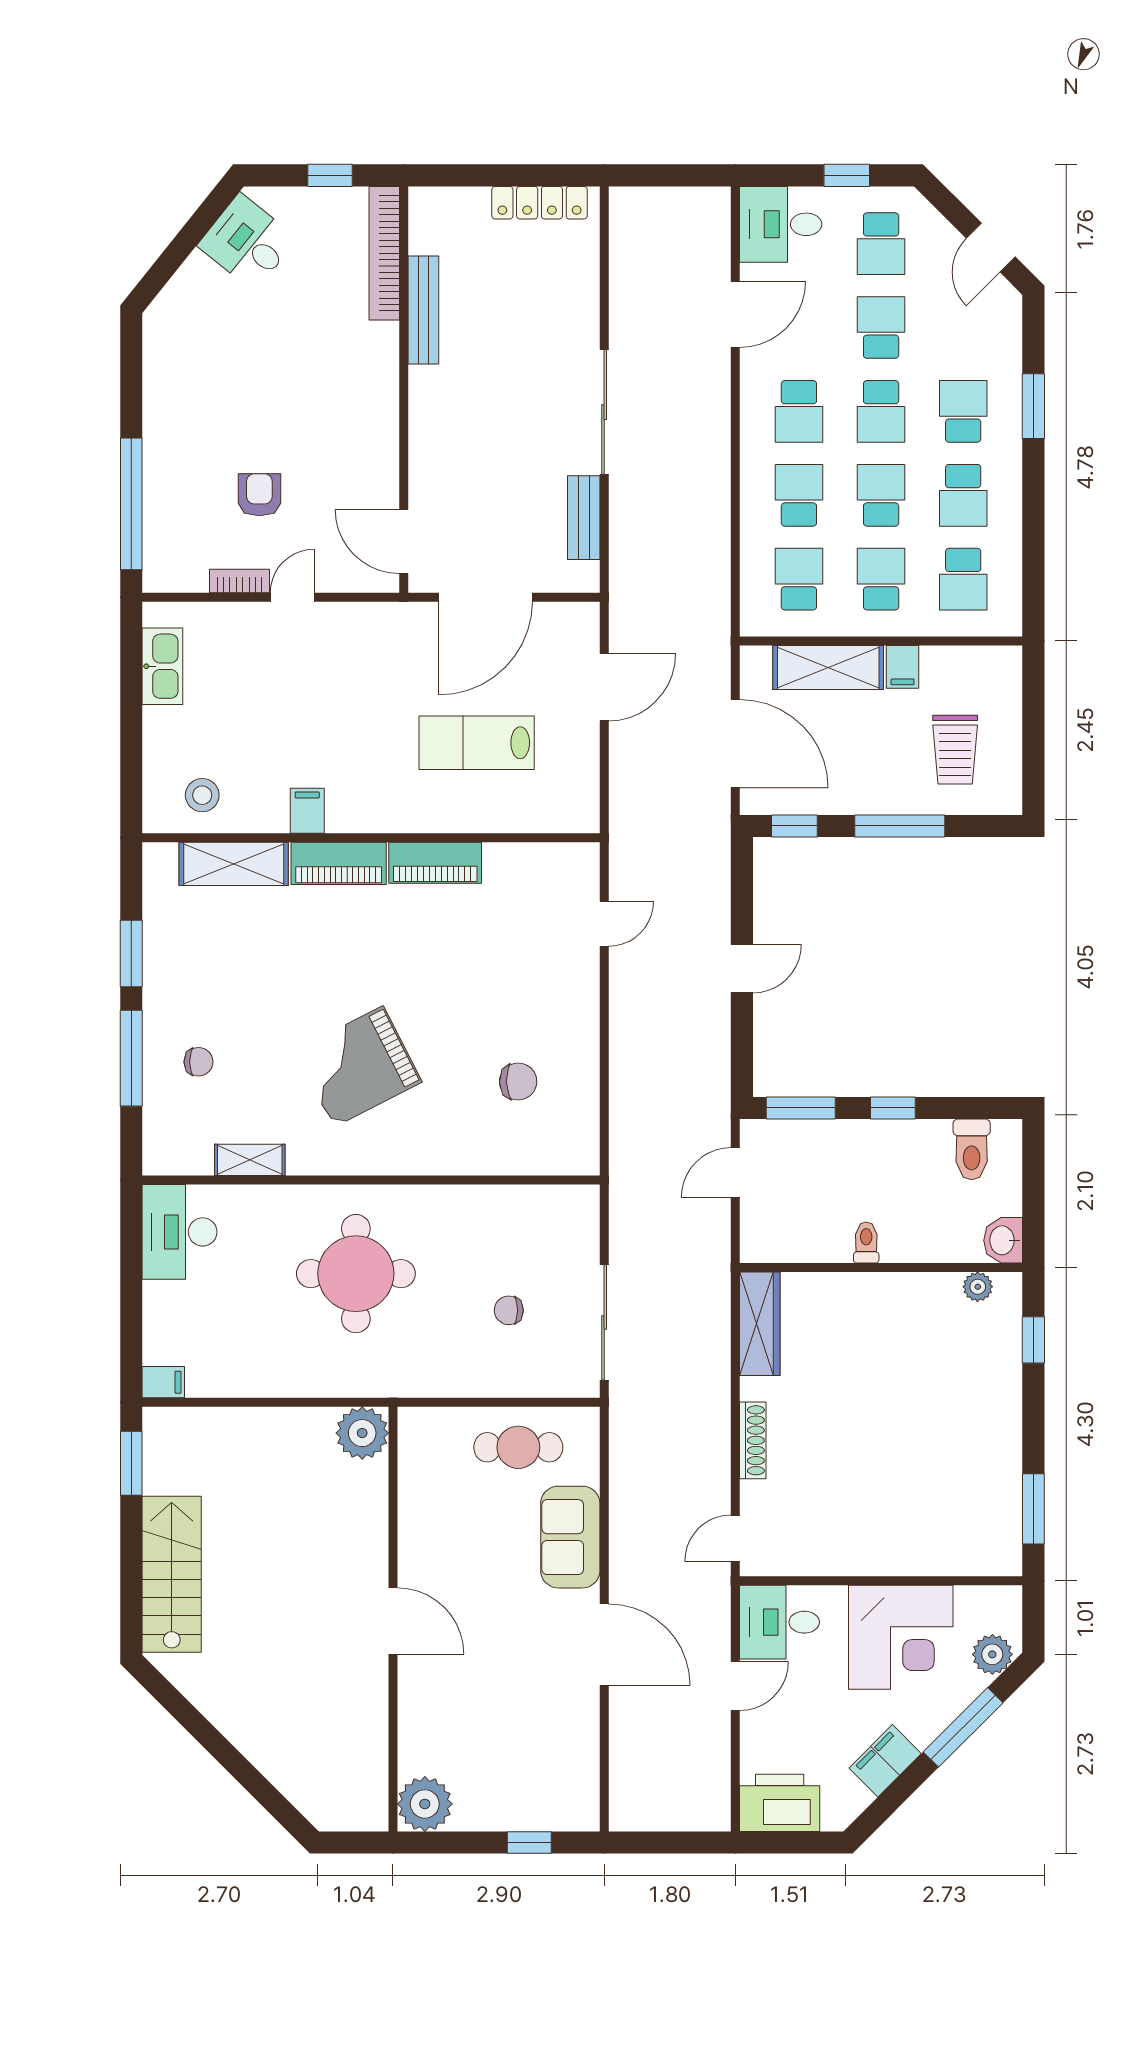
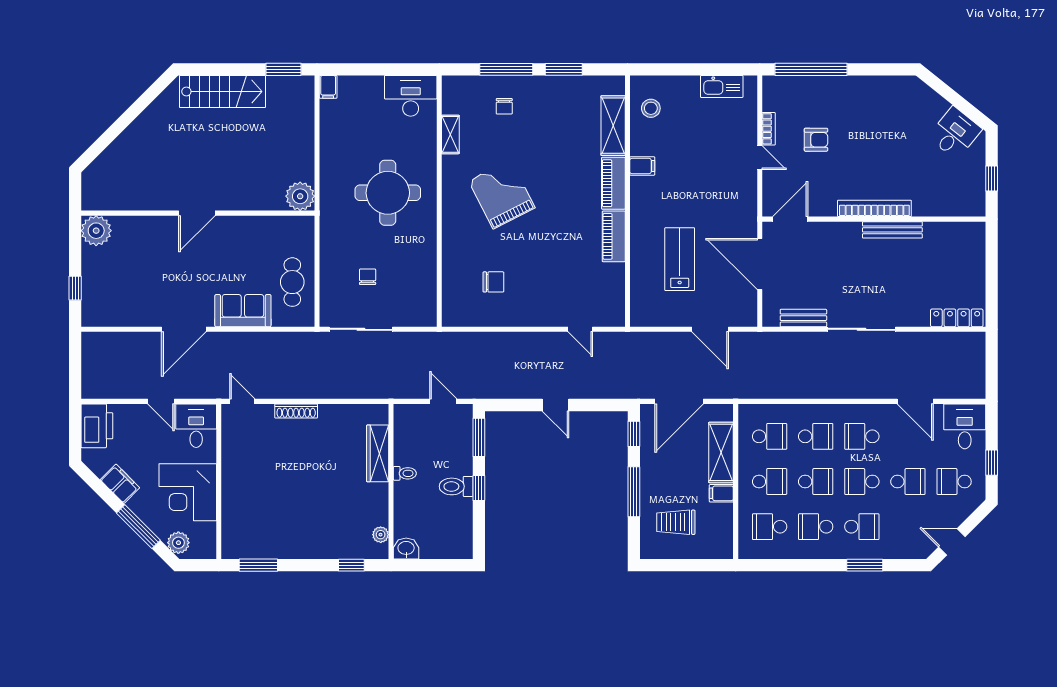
locker: (540, 203) -> (957, 318), moved, turned 90
bookcase: (384, 253) -> (874, 208), moved
bench: (423, 310) -> (892, 230), moved
chair: (518, 1081) -> (493, 282), turned -88
toilet: (972, 1149) -> (456, 486), moved
wardrobe: (760, 1324) -> (378, 453), moved, turned 90

